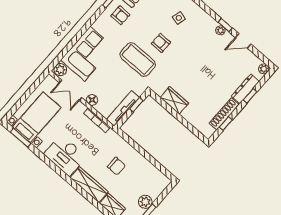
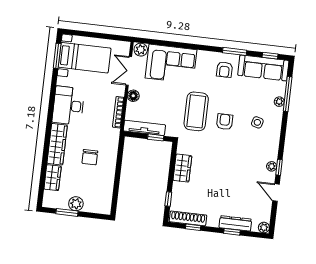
shoe rack: (224, 114) -> (188, 218), moved
window: (191, 128) -> (168, 199), added

